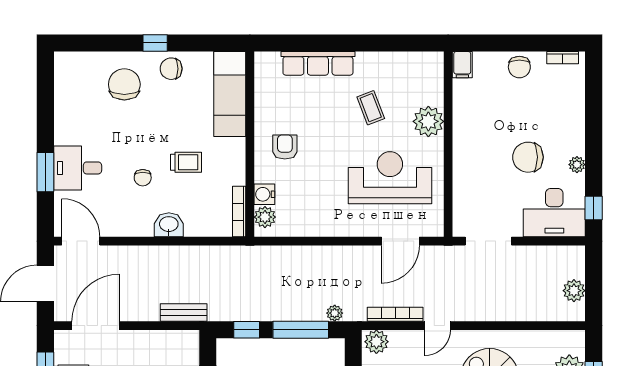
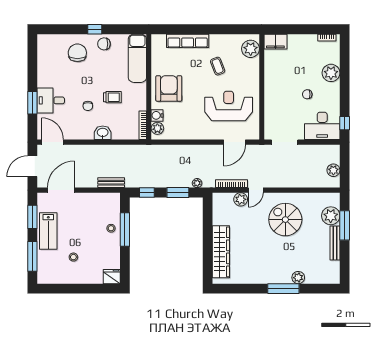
filing cabinet: (462, 65) -> (275, 42), width x2.00
chair: (519, 67) -> (302, 43), removed
plant: (428, 121) -> (251, 49), moved
armchair: (285, 147) -> (169, 88), width x1.88, depth x1.88
chair: (528, 157) -> (307, 94), width x0.54, depth x0.54
plant: (577, 165) -> (331, 73), moved, width x1.87, depth x1.87
window: (301, 330) -> (178, 193), width x0.69
plant: (376, 342) -> (241, 199), moved

